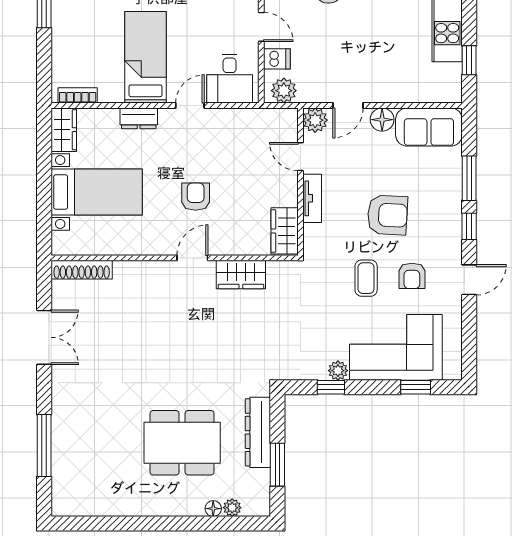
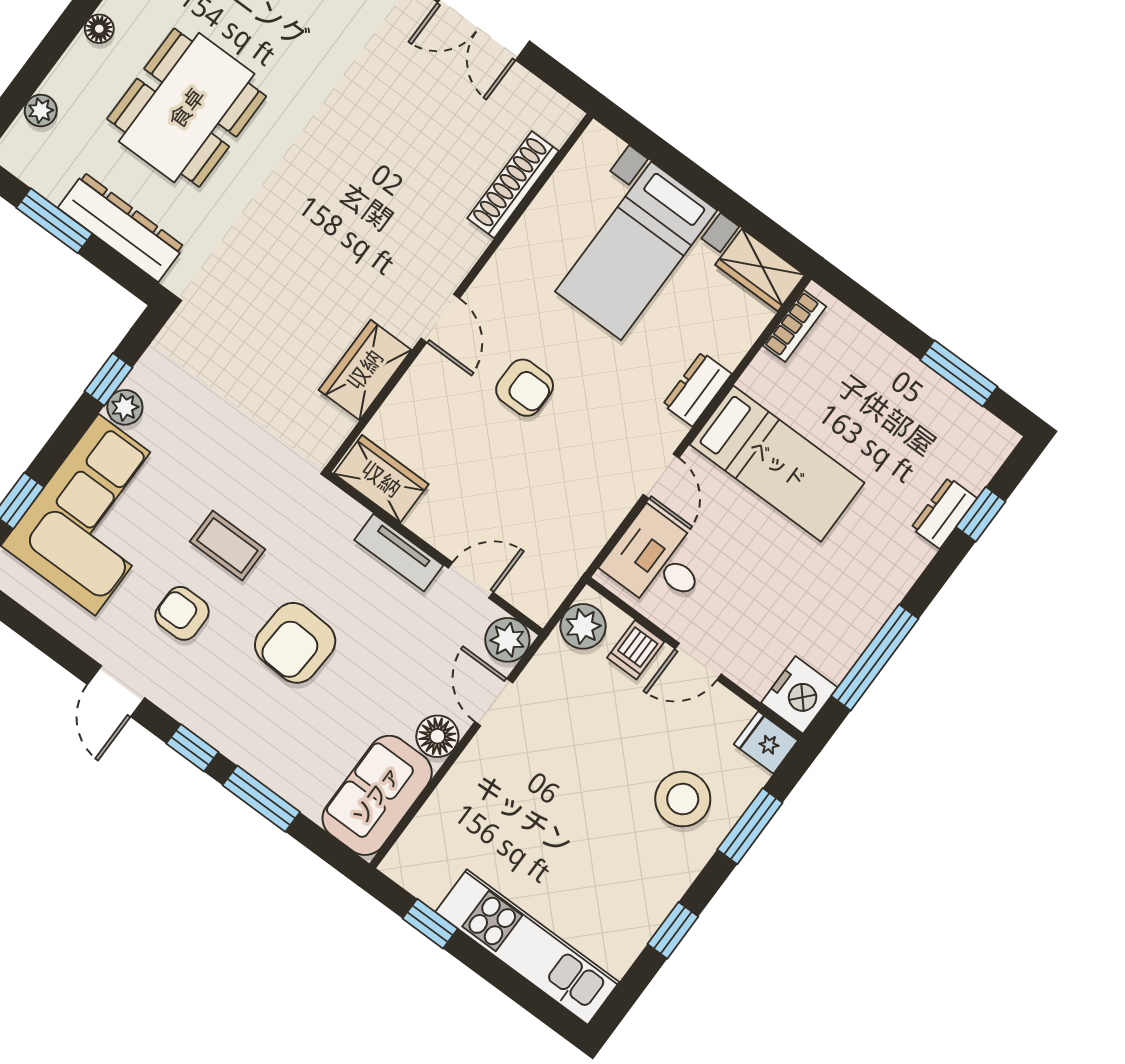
shoe rack: (82, 270) -> (513, 185), moved
floor lamp: (213, 509) -> (99, 29), moved

